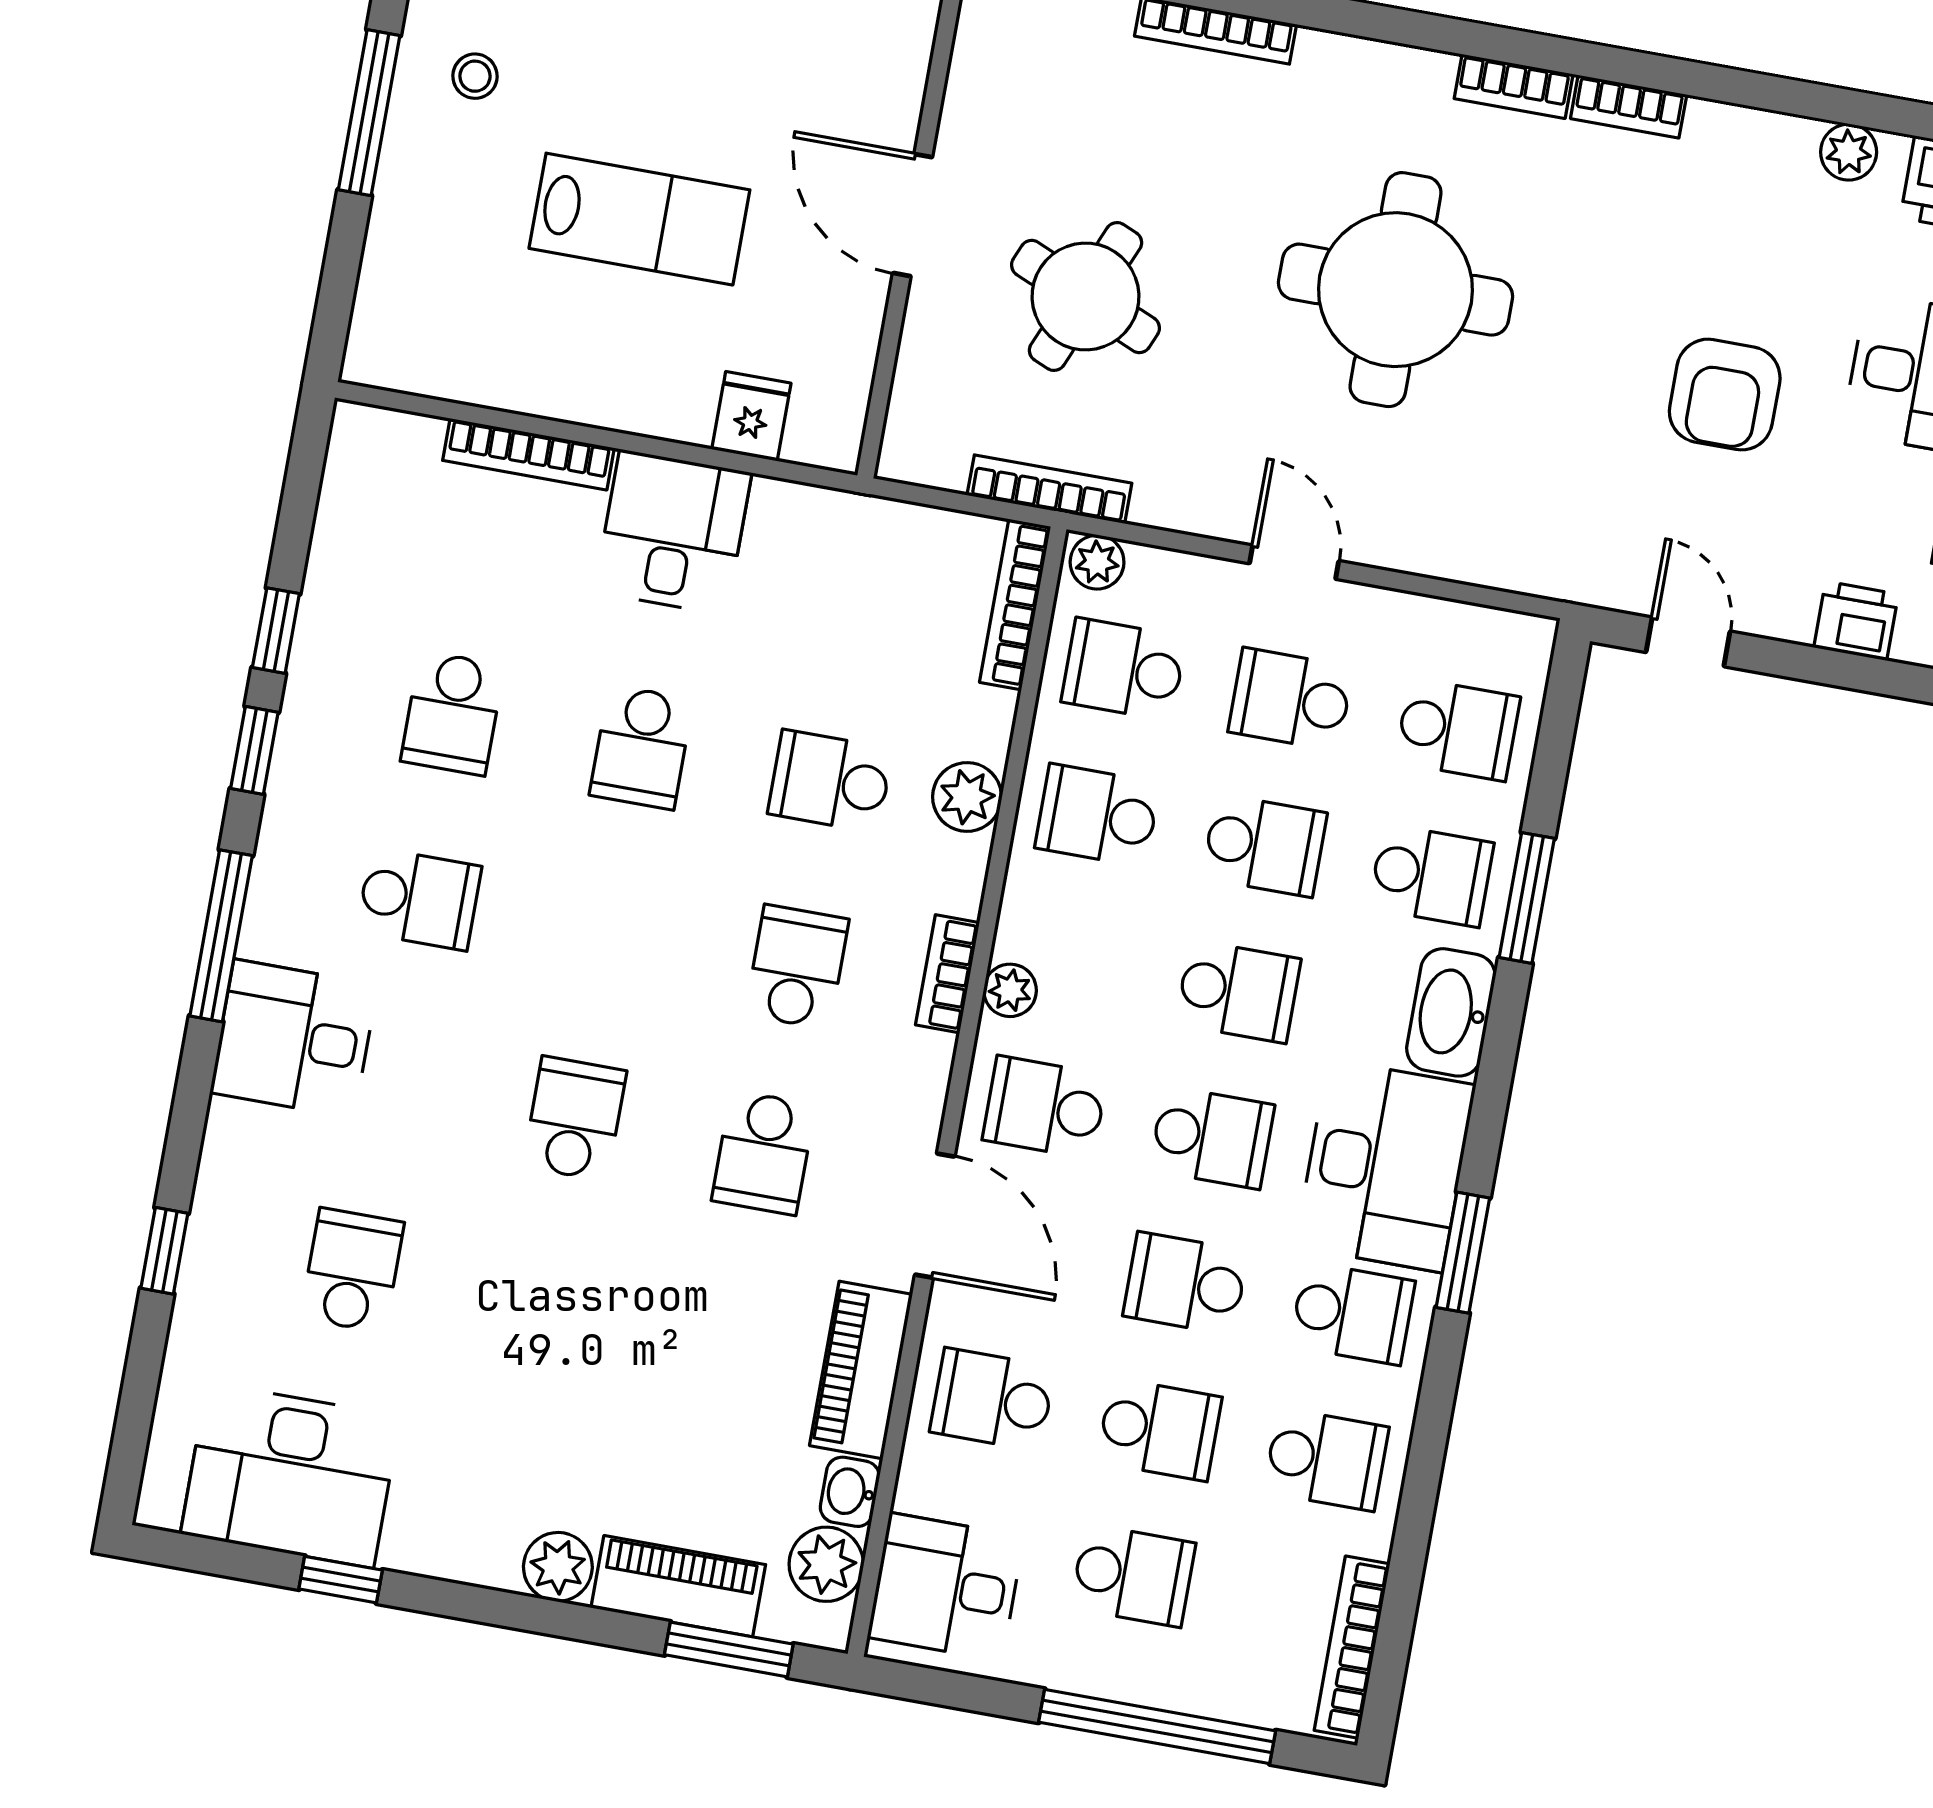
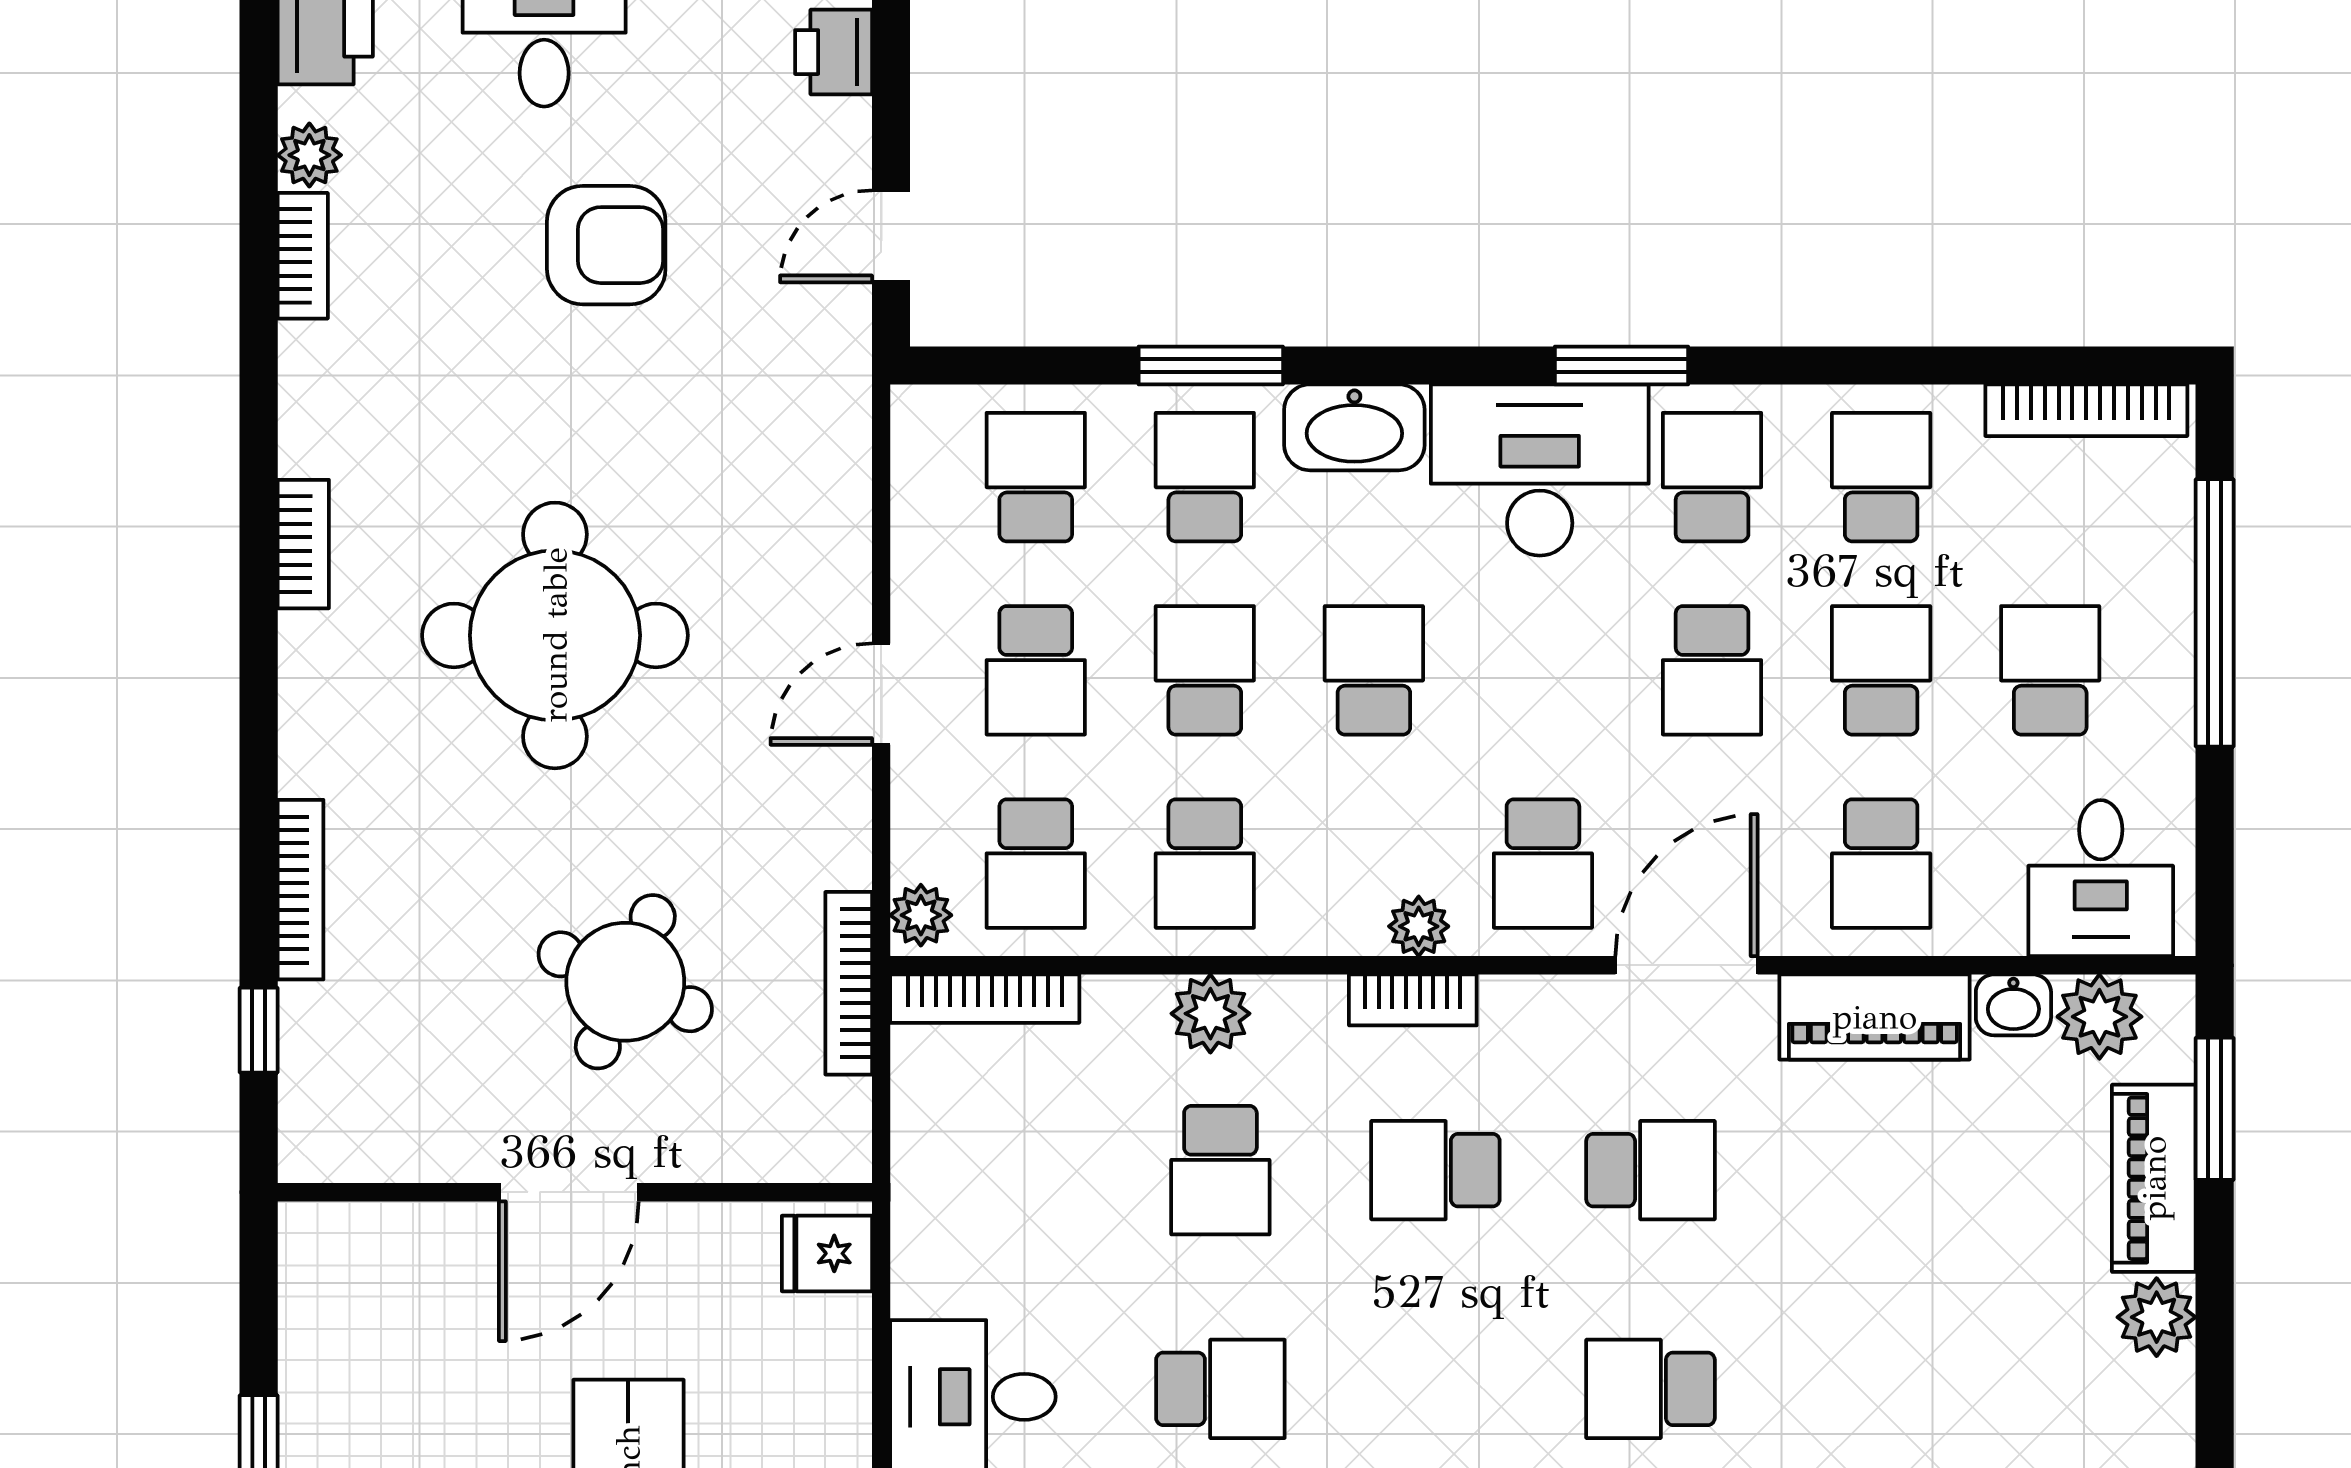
bookcase: (1629, 107) -> (303, 256), moved
fridge: (751, 416) -> (827, 1253), moved
school desk: (1212, 1137) -> (1543, 670), removed

